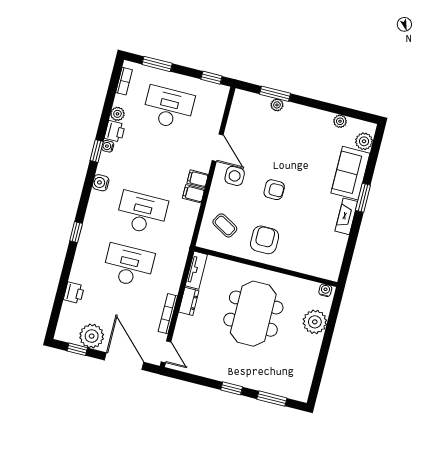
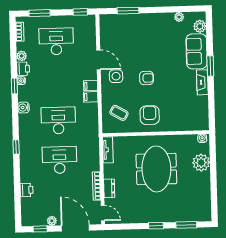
plant: (277, 105) -> (132, 18), removed
dresser: (189, 301) -> (109, 188), moved
plant: (92, 336) -> (52, 221), width x0.53, depth x0.53

